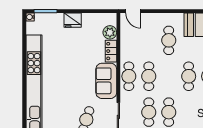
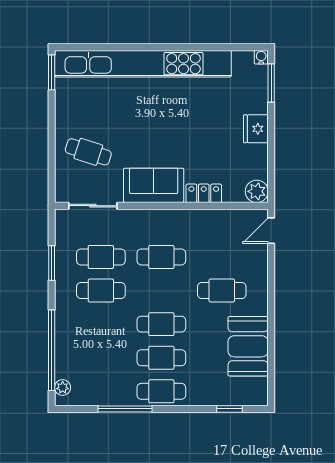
plant: (110, 32) -> (257, 191), moved
cafe table: (129, 76) -> (161, 223), removed

